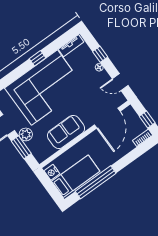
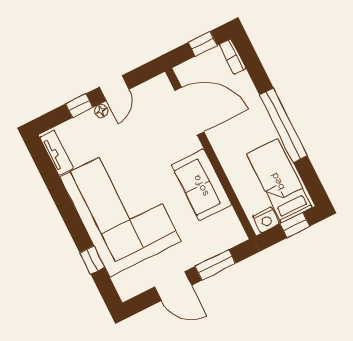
window: (38, 58) -> (92, 260), moved
door: (120, 82) -> (114, 88), moved
plant: (26, 134) -> (195, 254), removed
window: (96, 182) -> (283, 125), moved
window: (52, 189) -> (295, 225), added

